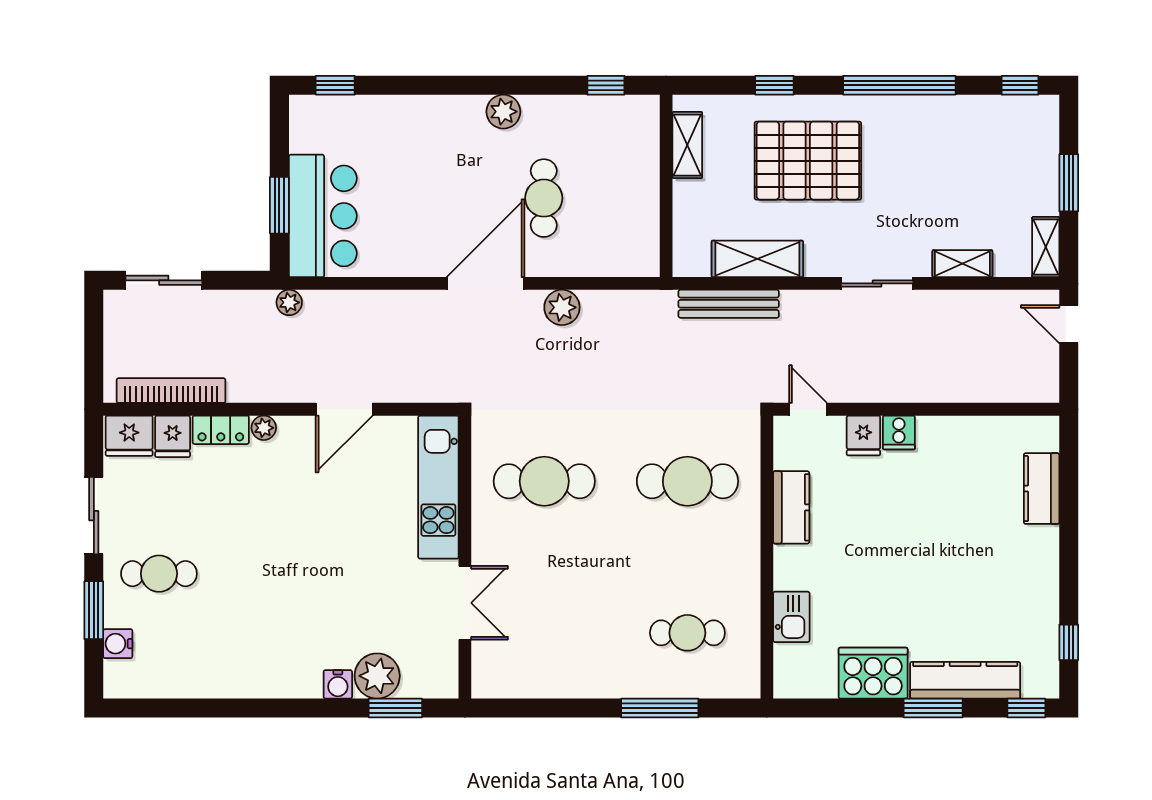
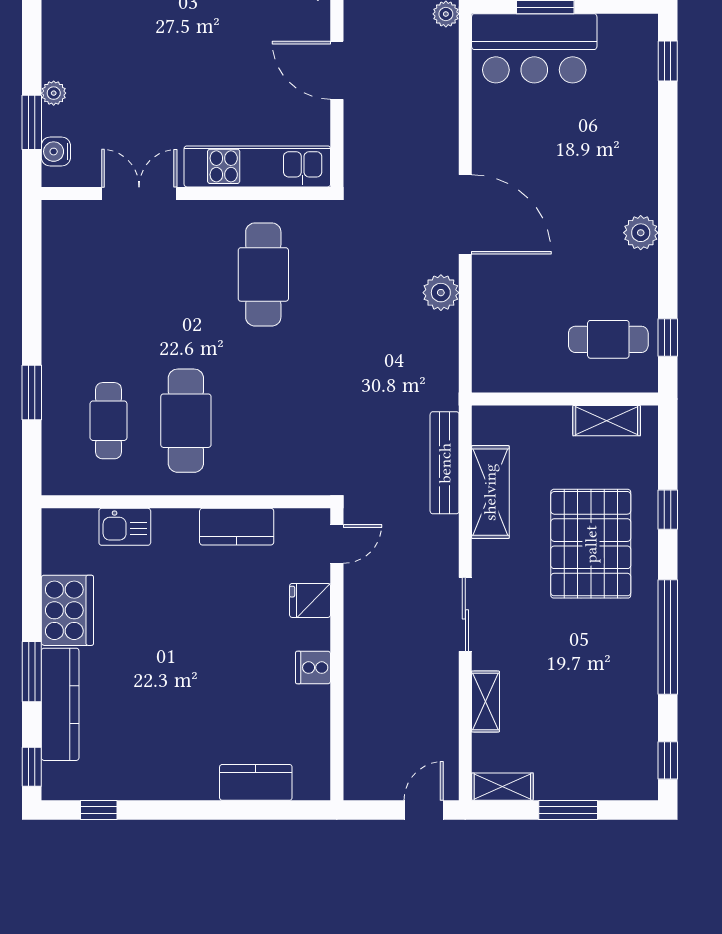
cafe table: (544, 198) -> (608, 339), moved
cooker: (899, 432) -> (313, 668), moved
cafe table: (687, 481) -> (186, 421), moved
double door: (465, 603) -> (139, 193), swing flipped
plant: (377, 676) -> (54, 93), width x0.53, depth x0.53
water cooler: (338, 684) -> (56, 152), moved
window: (660, 708) -> (32, 392), width x0.69

